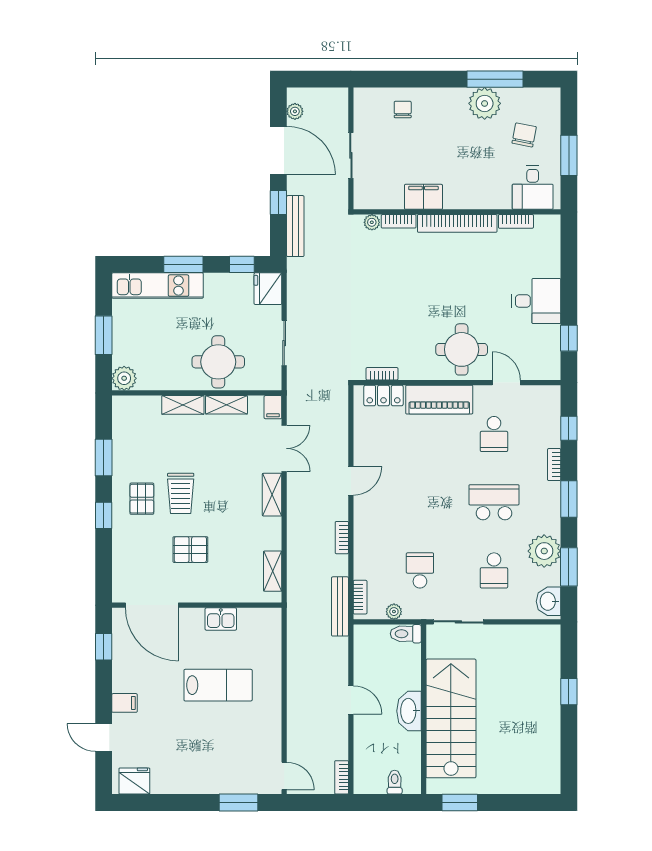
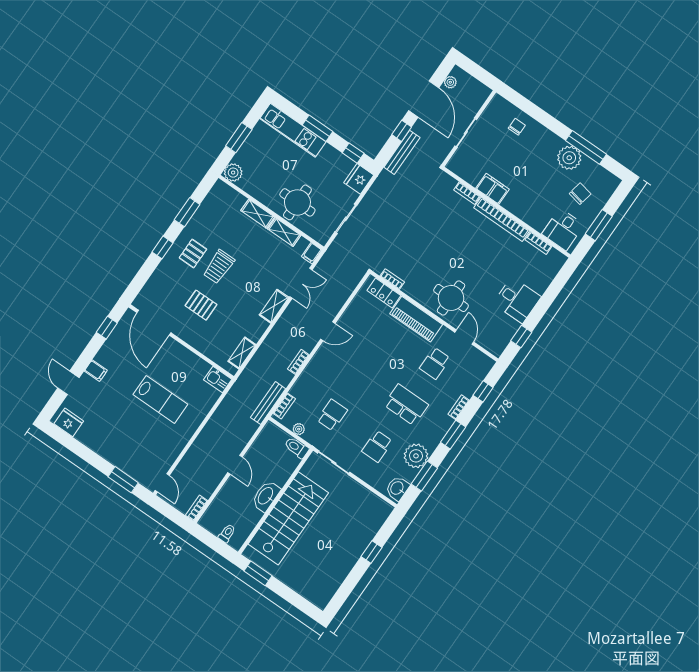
plant: (372, 222) -> (450, 182), removed
kitchen sink: (221, 619) -> (218, 380), moved

